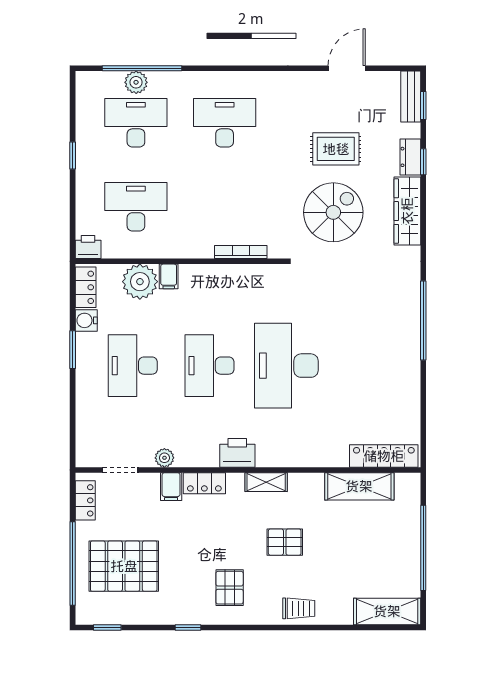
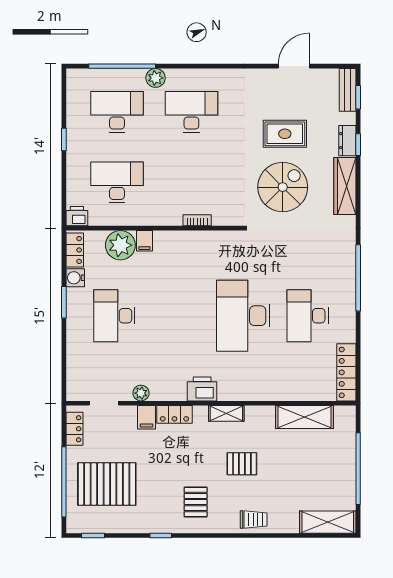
plant: (136, 82) -> (156, 78), moved
bookcase: (241, 252) -> (197, 220), width x0.64
desk: (210, 366) -> (308, 316), moved
locker: (384, 456) -> (346, 372), moved, turned -90

